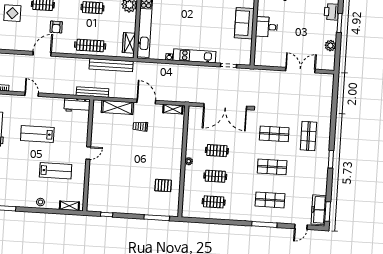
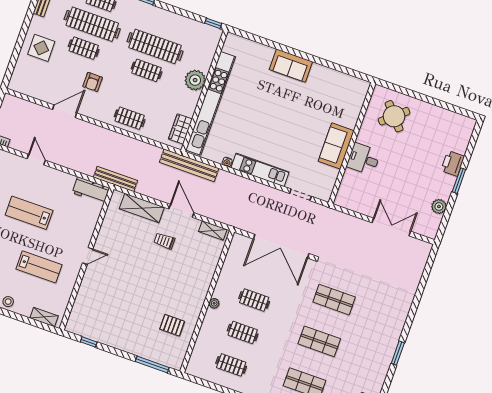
clothes rail: (90, 45) -> (130, 118), width x0.73
bench: (111, 65) -> (189, 165), moved
shop shelf: (308, 136) -> (377, 315), removed

